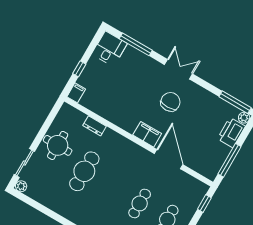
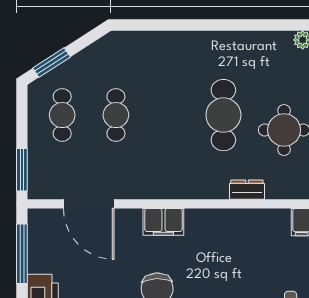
door: (169, 159) -> (89, 204), moved
window: (204, 203) -> (22, 170), width x1.50

